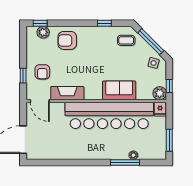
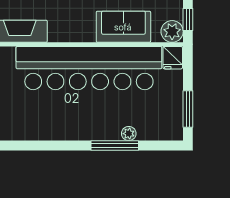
sofa: (119, 90) -> (123, 27), moved

